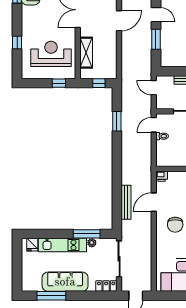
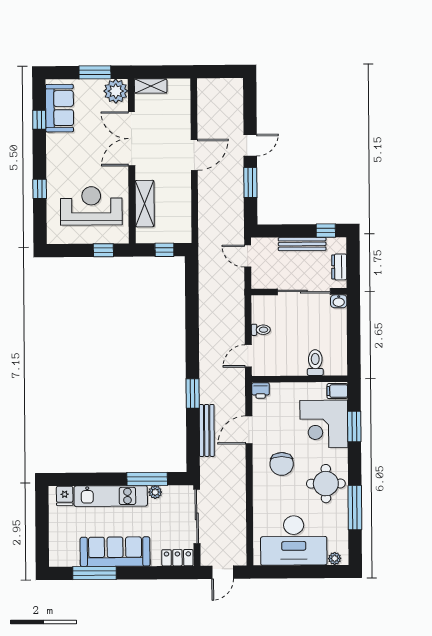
door: (156, 15) -> (250, 145), hinge flipped
window: (117, 121) -> (193, 393), moved
door: (154, 125) -> (248, 356), moved

